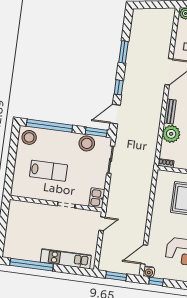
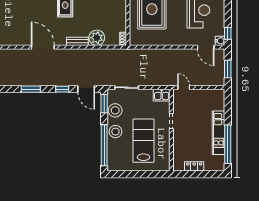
stool: (29, 137) -> (115, 132), moved
lab bench: (48, 171) -> (144, 141), width x1.36, depth x1.39
locker: (12, 224) -> (194, 166), added
kitchen unit: (66, 259) -> (219, 133), moved

